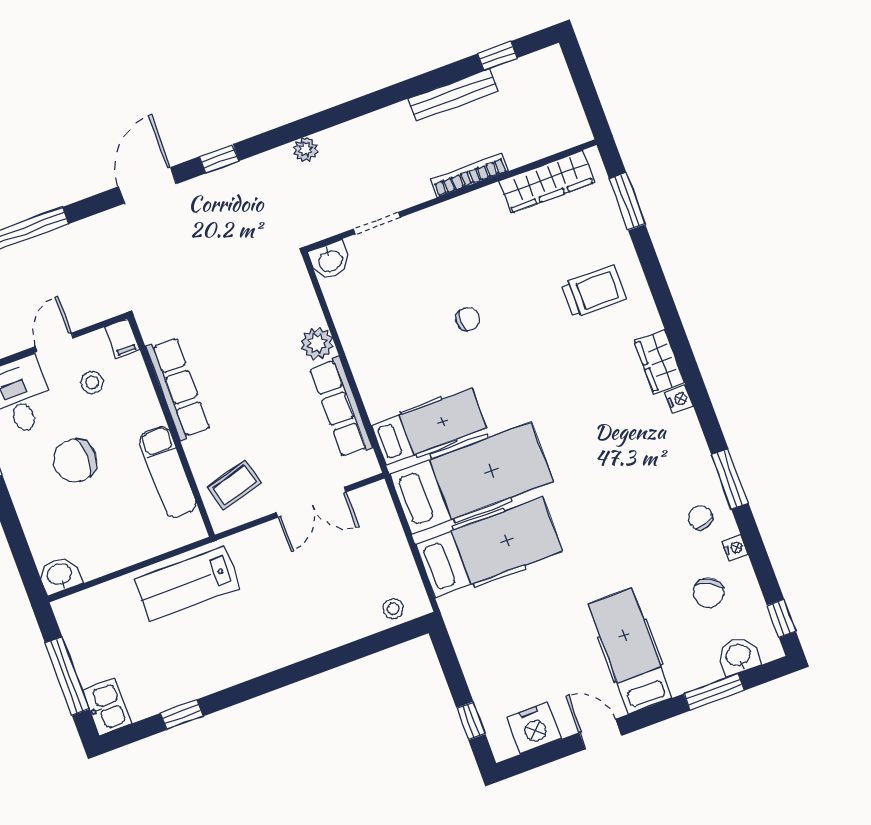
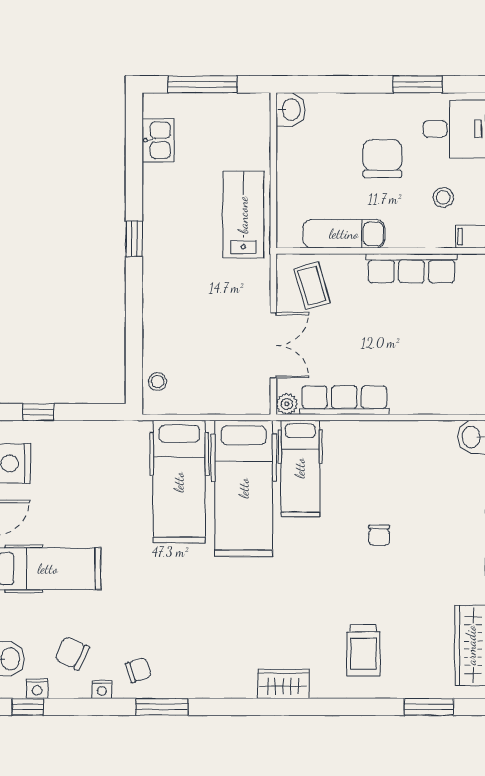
plant: (317, 343) -> (287, 404), moved, width x0.73, depth x0.73
nightstand: (679, 399) -> (37, 689), moved
double door: (311, 502) -> (273, 345), swing flipped
kitchen sink: (107, 707) -> (158, 140), moved, turned -90
window: (182, 715) -> (134, 239), moved

